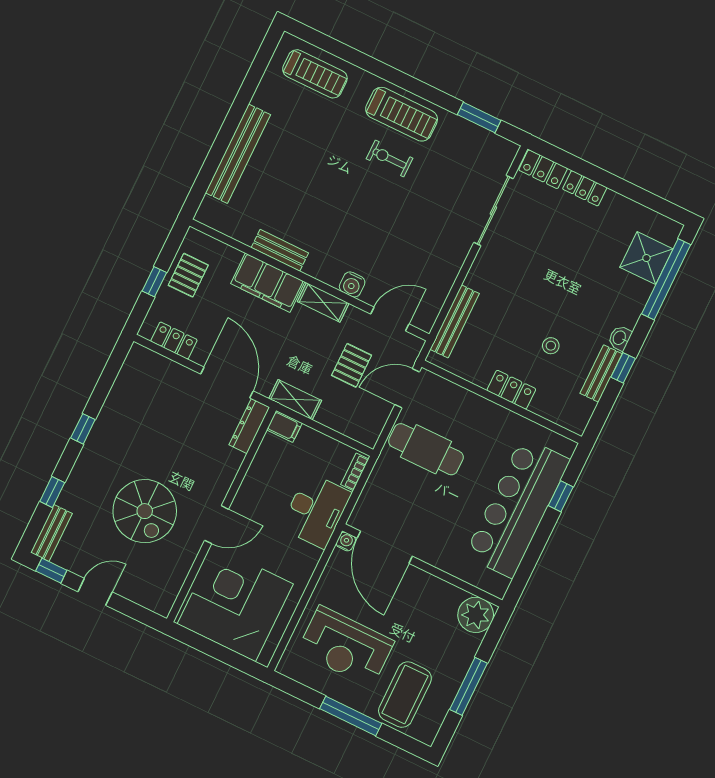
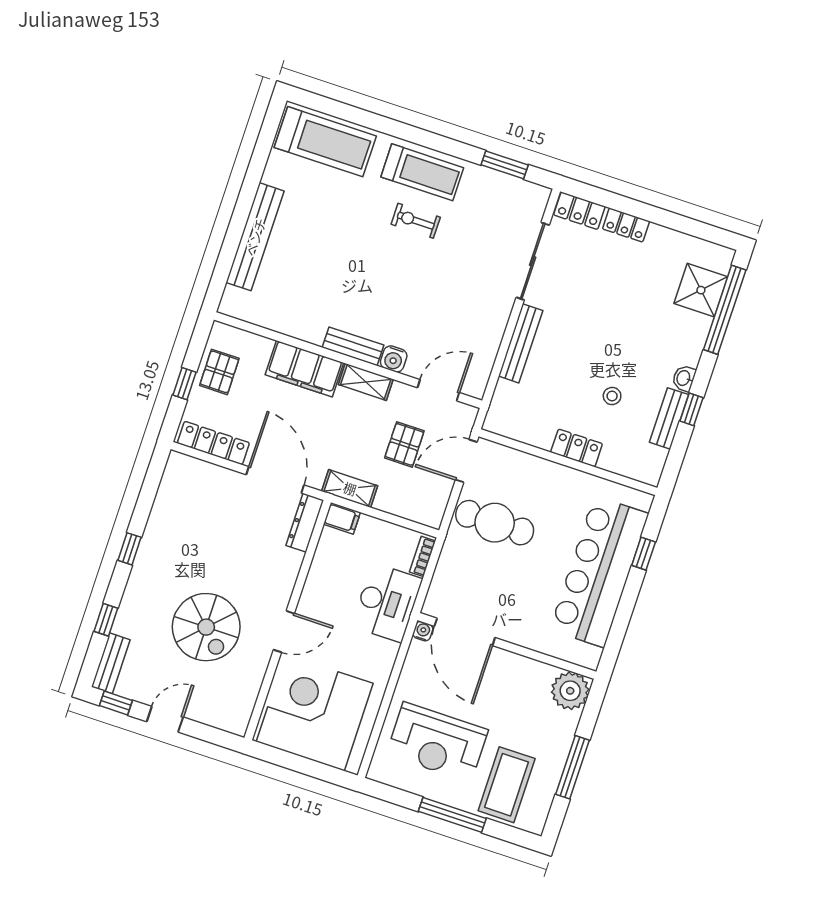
treadmill: (315, 74) -> (325, 142), width x1.37, depth x1.38
bench: (280, 250) -> (353, 346), moved
bench: (455, 321) -> (521, 343), moved
locker: (174, 341) -> (213, 443), width x1.53

